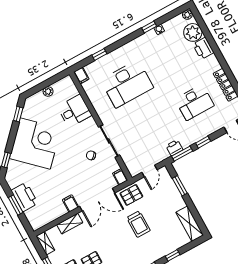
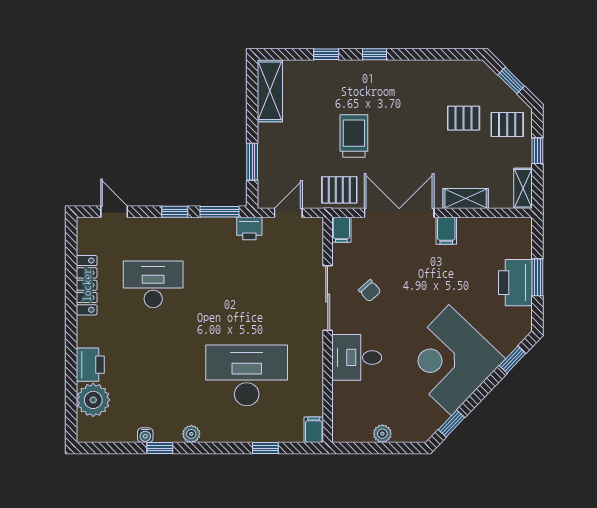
plant: (187, 15) -> (191, 434), moved
desk: (74, 111) -> (357, 357), moved
printer: (174, 148) -> (249, 228), moved

